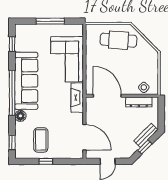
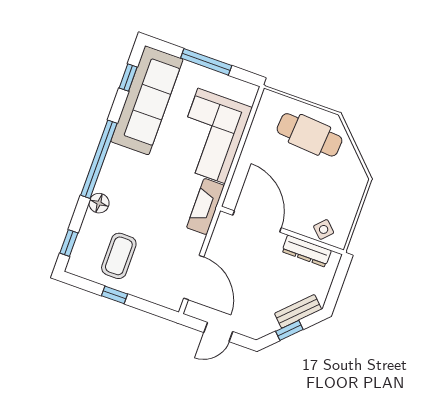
sofa: (26, 81) -> (147, 100), moved

